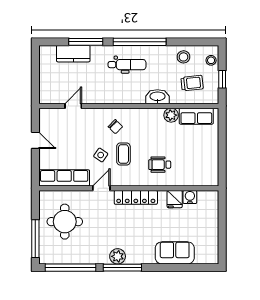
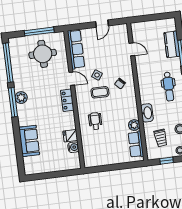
locker: (136, 197) -> (67, 100), width x0.66
window: (35, 239) -> (39, 31), moved

